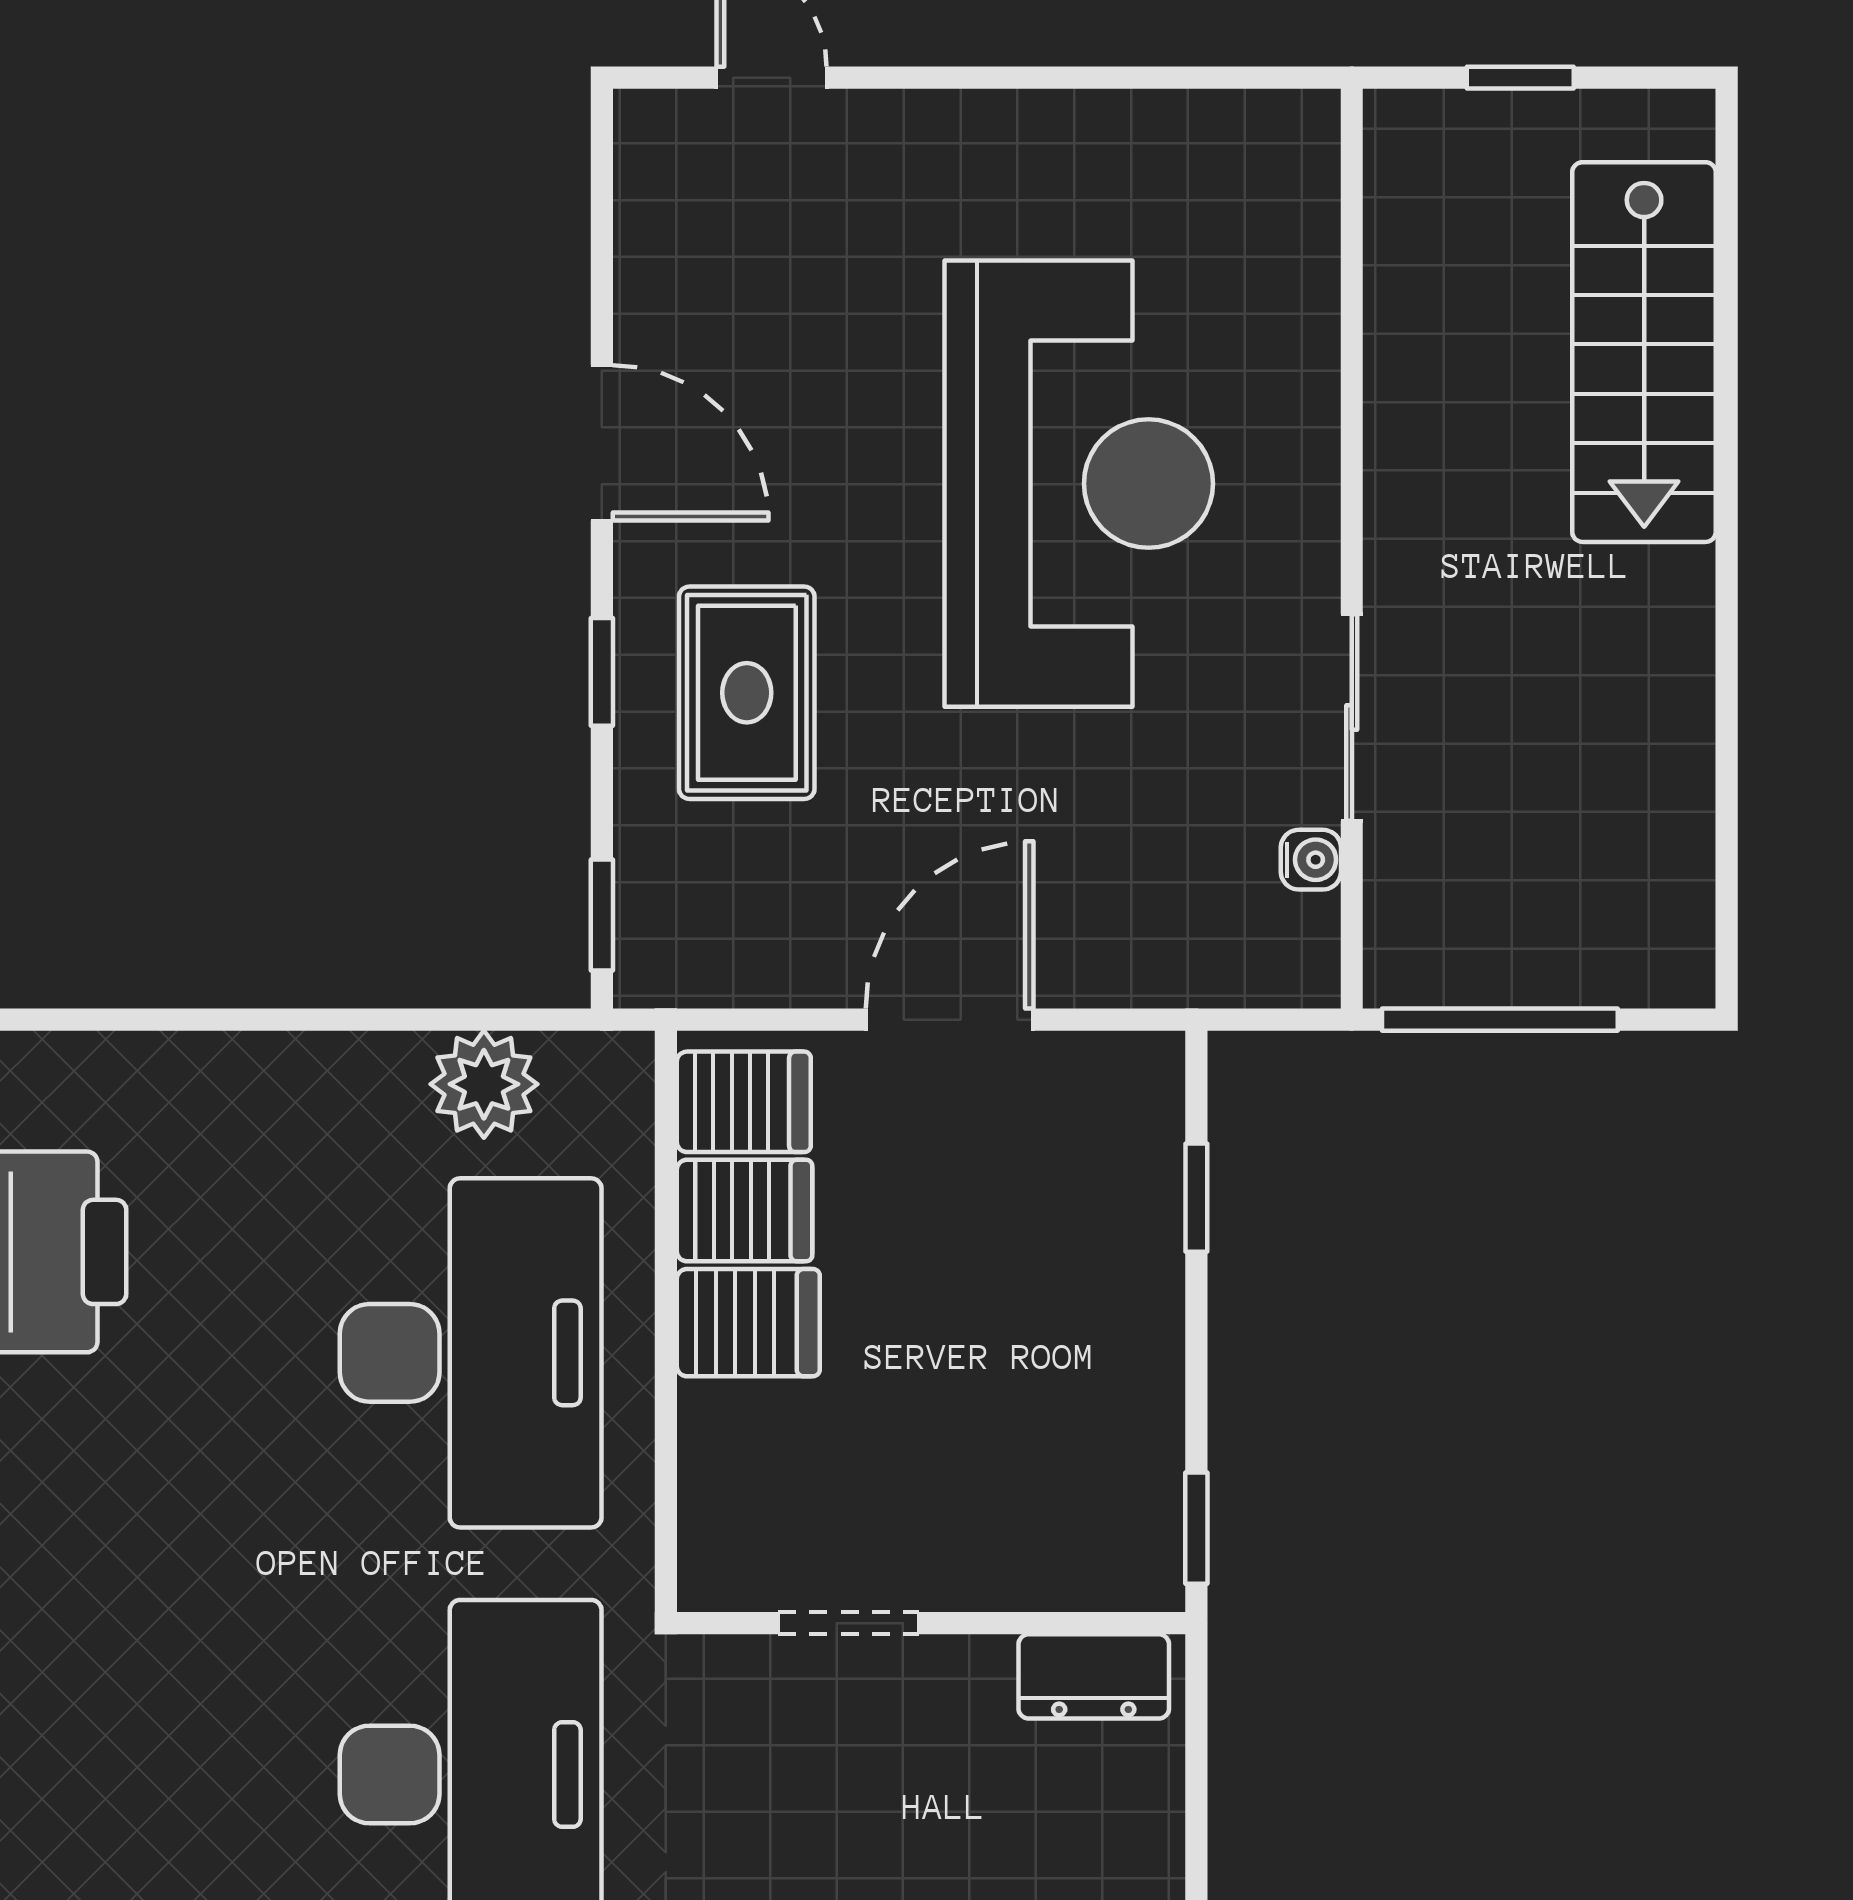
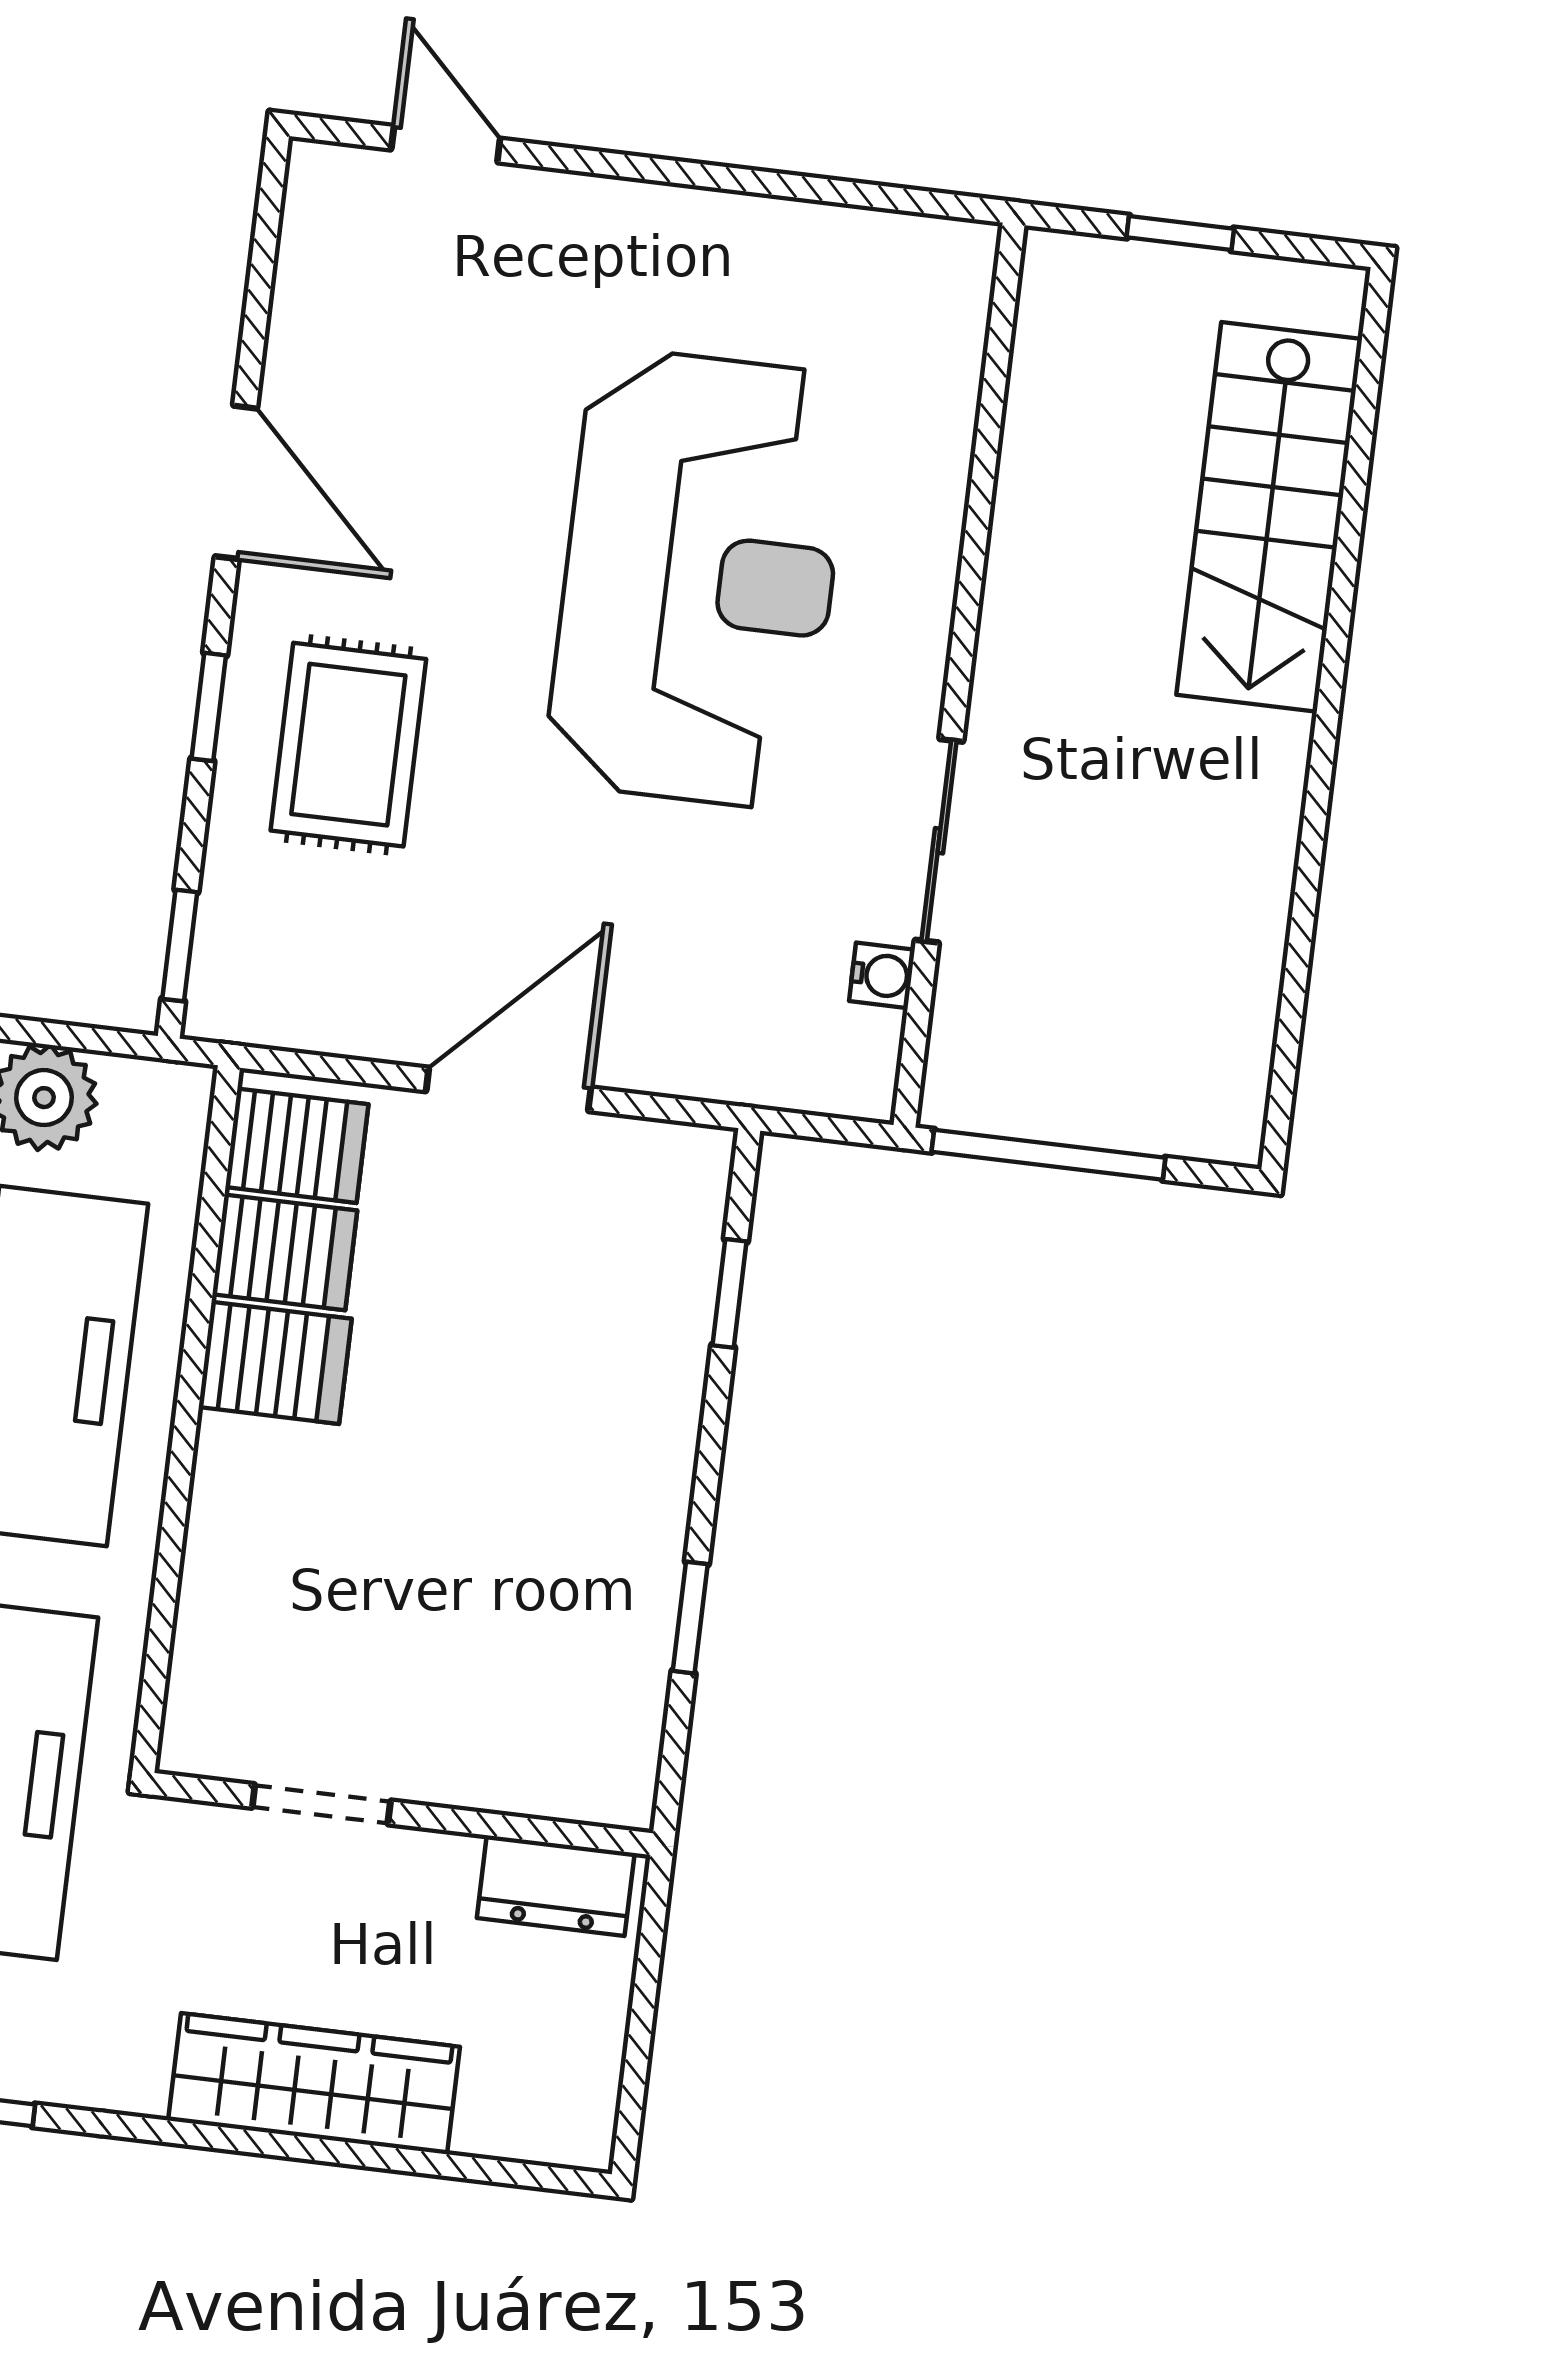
doorway: (848, 1623) -> (321, 1804), moved
wall: (931, 1623) -> (402, 1814), moved
dresser: (1094, 1676) -> (556, 1886), moved

